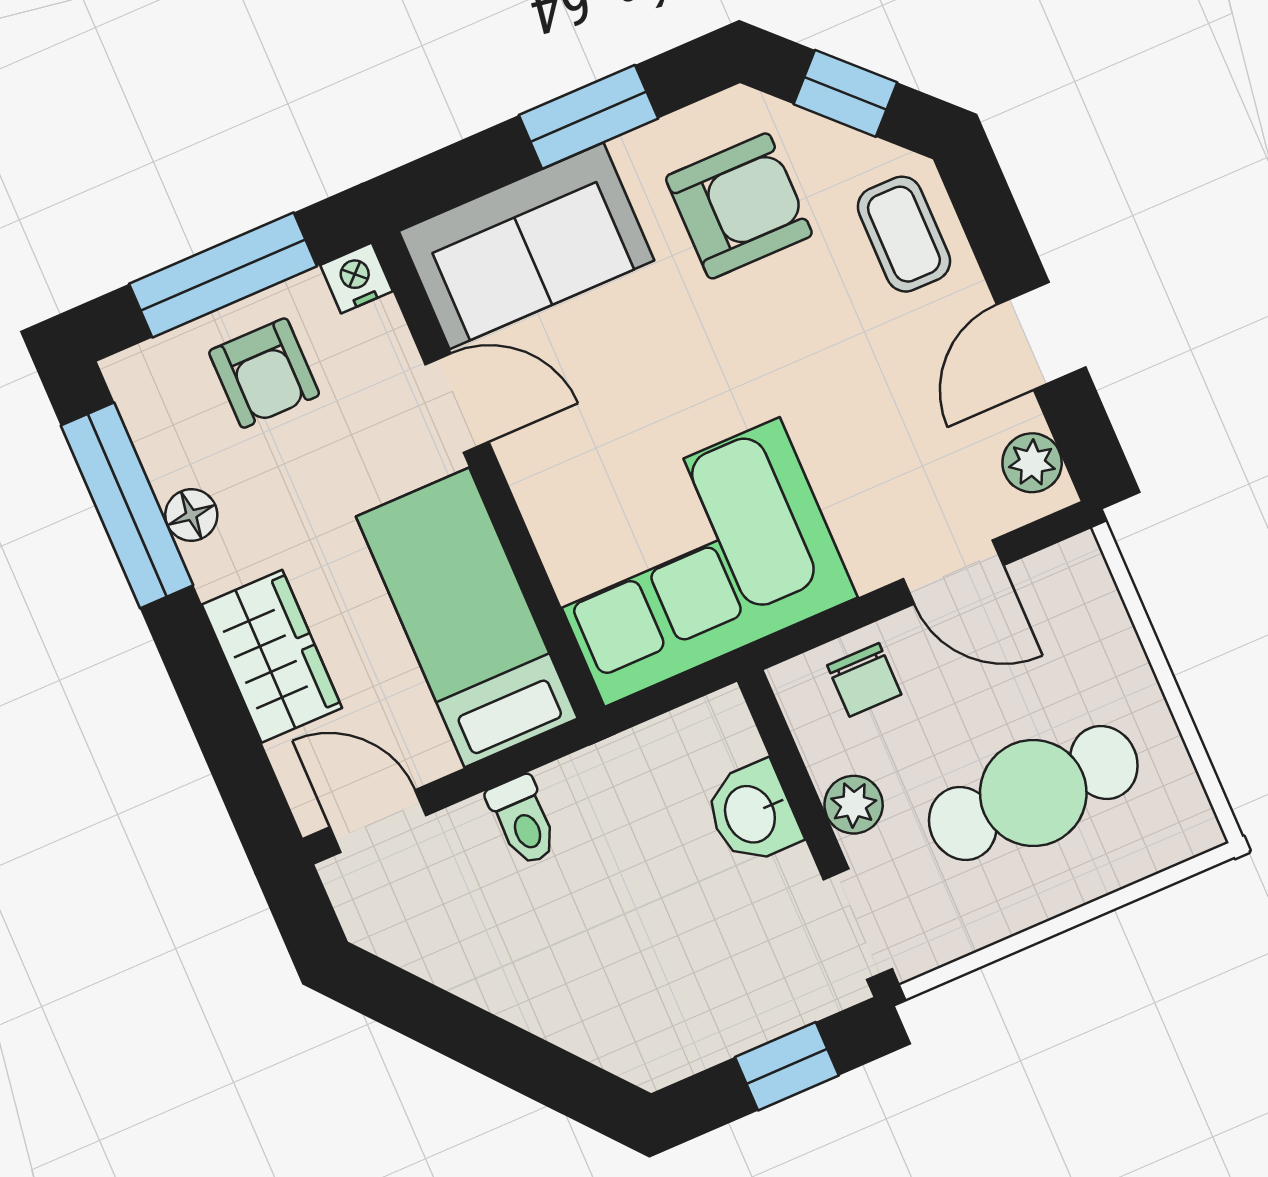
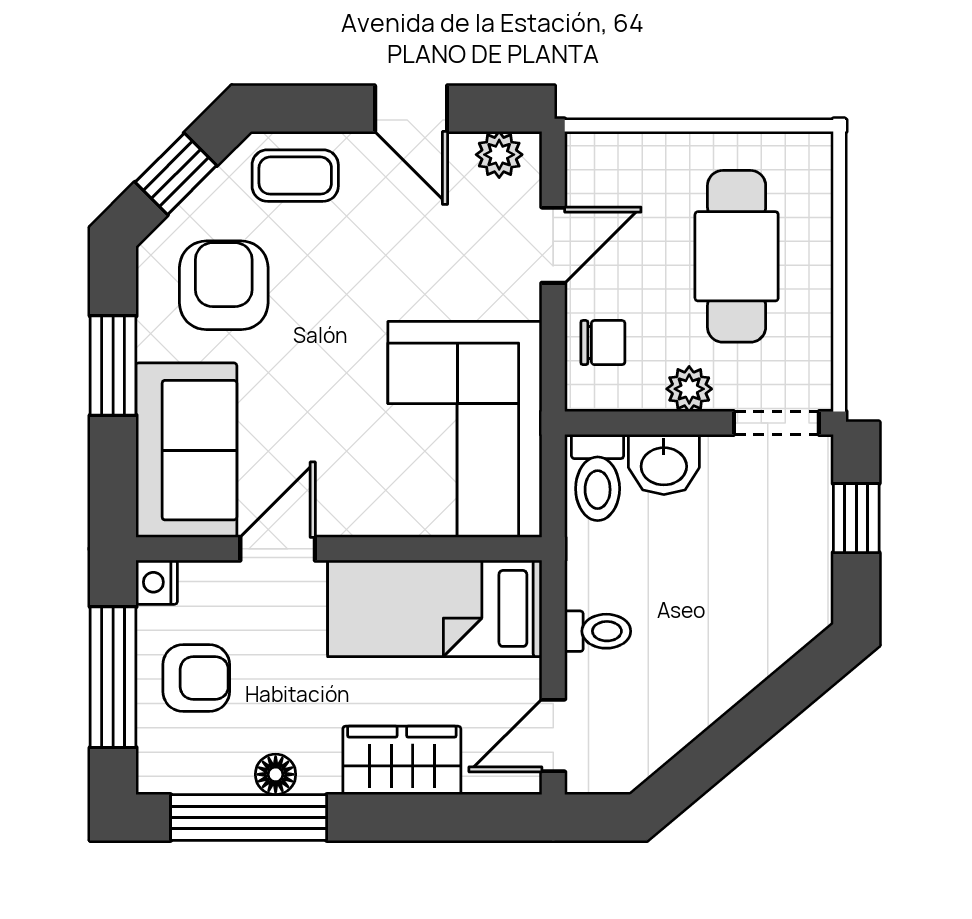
toilet: (703, 742) -> (598, 478), added

